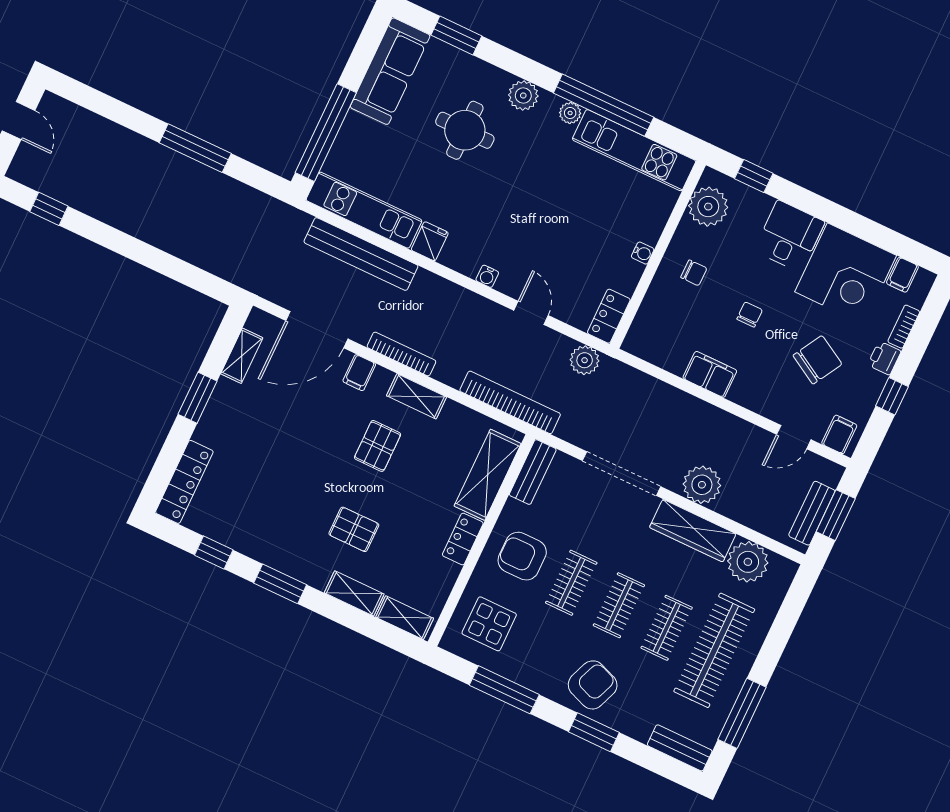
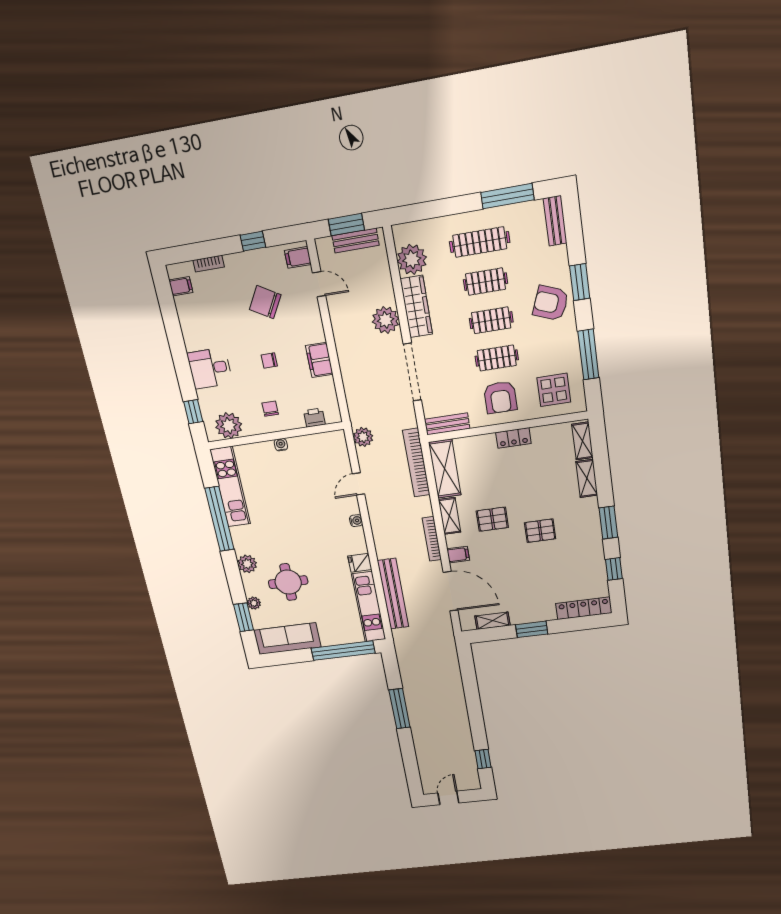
plant: (570, 113) -> (254, 603), moved
corner desk: (846, 274) -> (205, 320), removed
locker: (609, 316) -> (329, 440), removed
printer: (884, 358) -> (314, 418), moved, turned 180
shelving: (488, 475) -> (445, 469), moved, turned 90
pallet: (354, 529) -> (540, 531), moved, turned 90
clothes rail: (714, 650) -> (480, 242), width x0.73, depth x0.76

